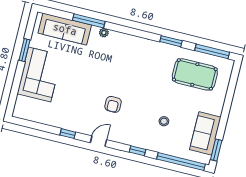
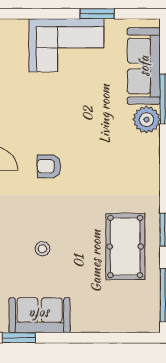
plant: (104, 33) -> (147, 120), width x1.87, depth x1.87
pool table: (195, 74) -> (125, 246), moved

